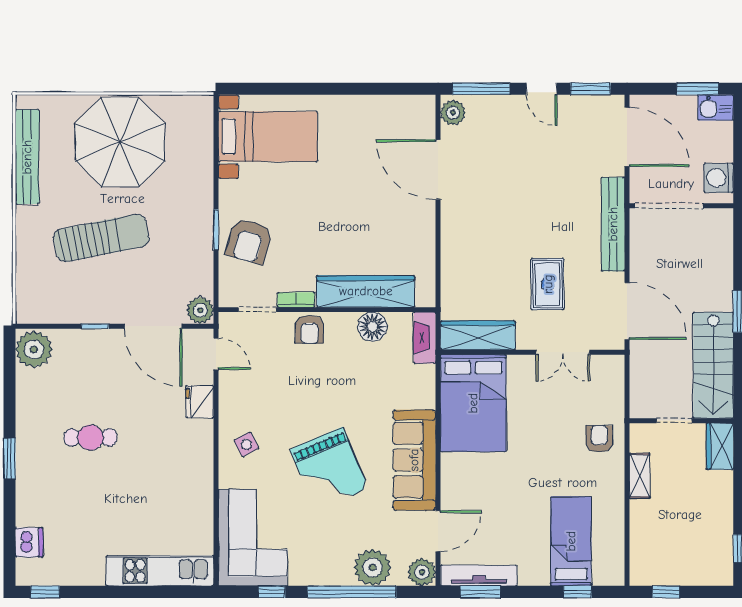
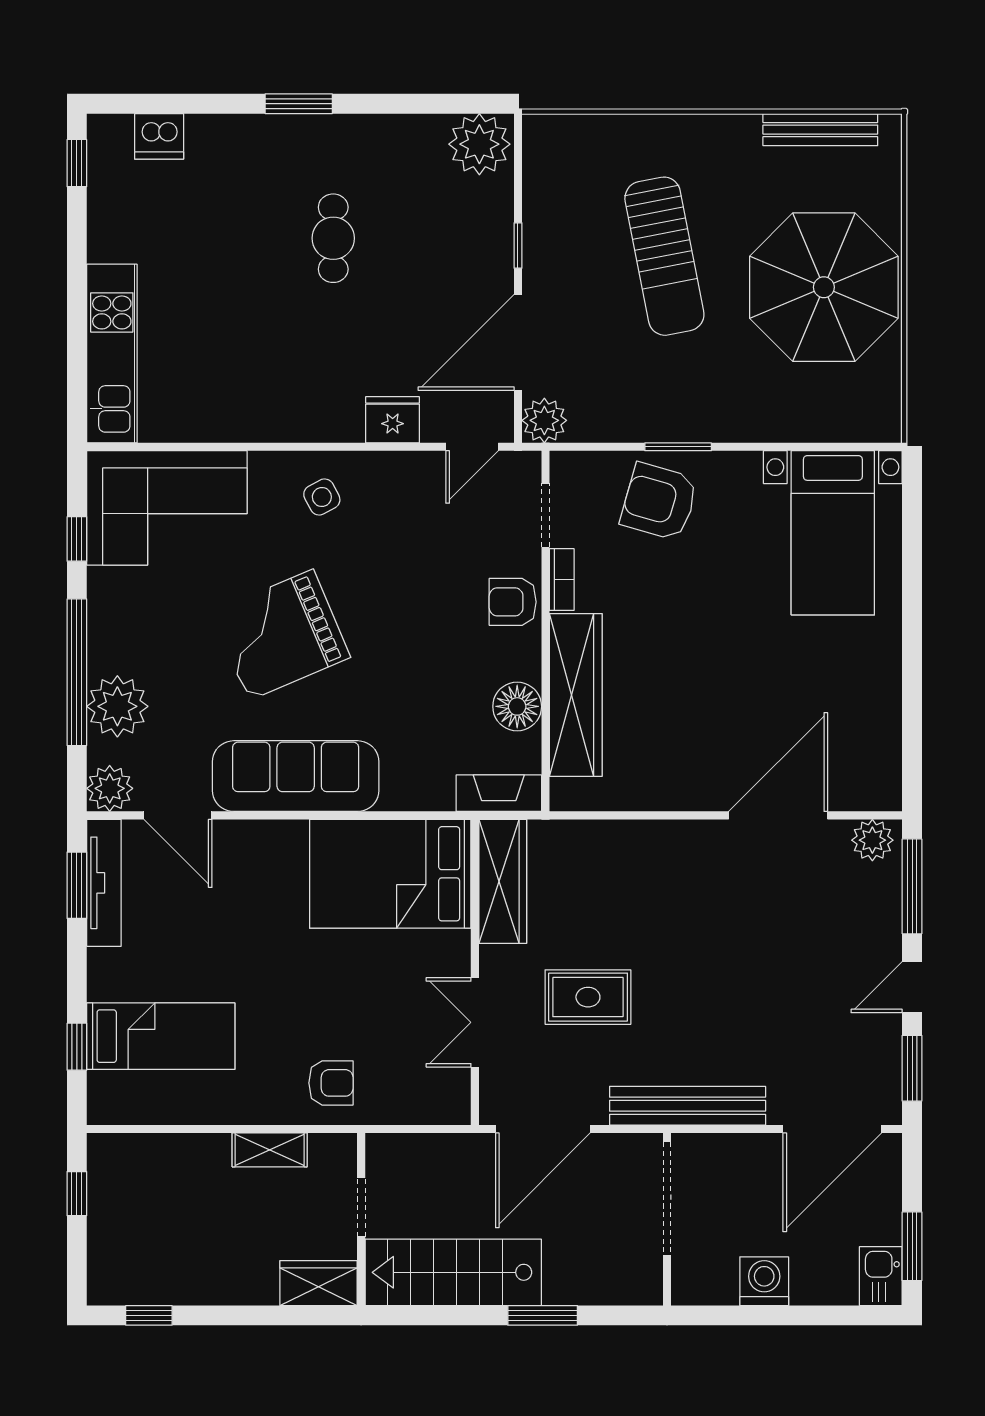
bench: (27, 157) -> (820, 130), width x0.73, depth x0.82
doorway: (669, 206) -> (667, 1199), moved
wall: (681, 206) -> (667, 1219), moved

